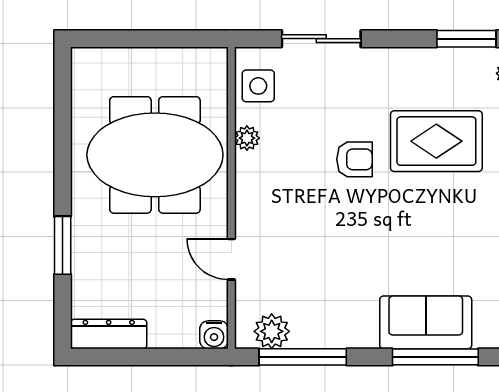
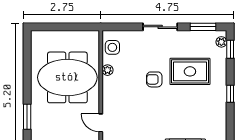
sliding door: (321, 39) -> (160, 27), moved
armchair: (354, 159) -> (154, 79), turned 180

